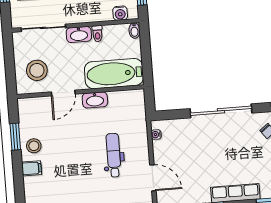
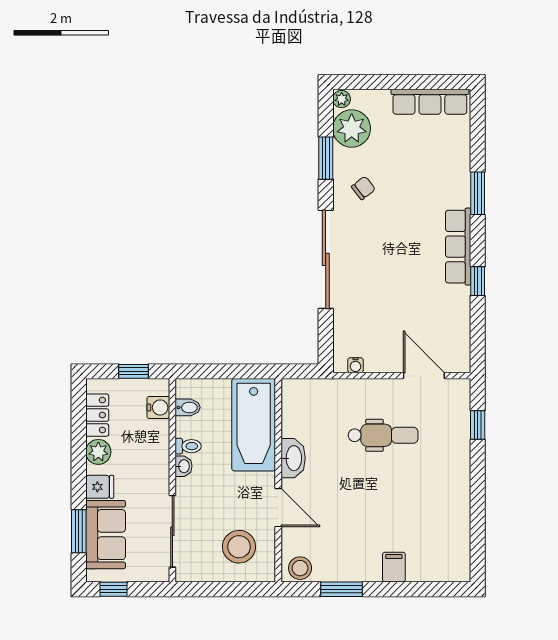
bidet: (134, 31) -> (188, 407), moved
washbasin: (79, 35) -> (184, 466), width x0.52, depth x0.69
stool: (34, 146) -> (300, 568), moved
dental chair: (114, 155) -> (383, 435), turned 180
door: (153, 178) -> (424, 376), hinge flipped

